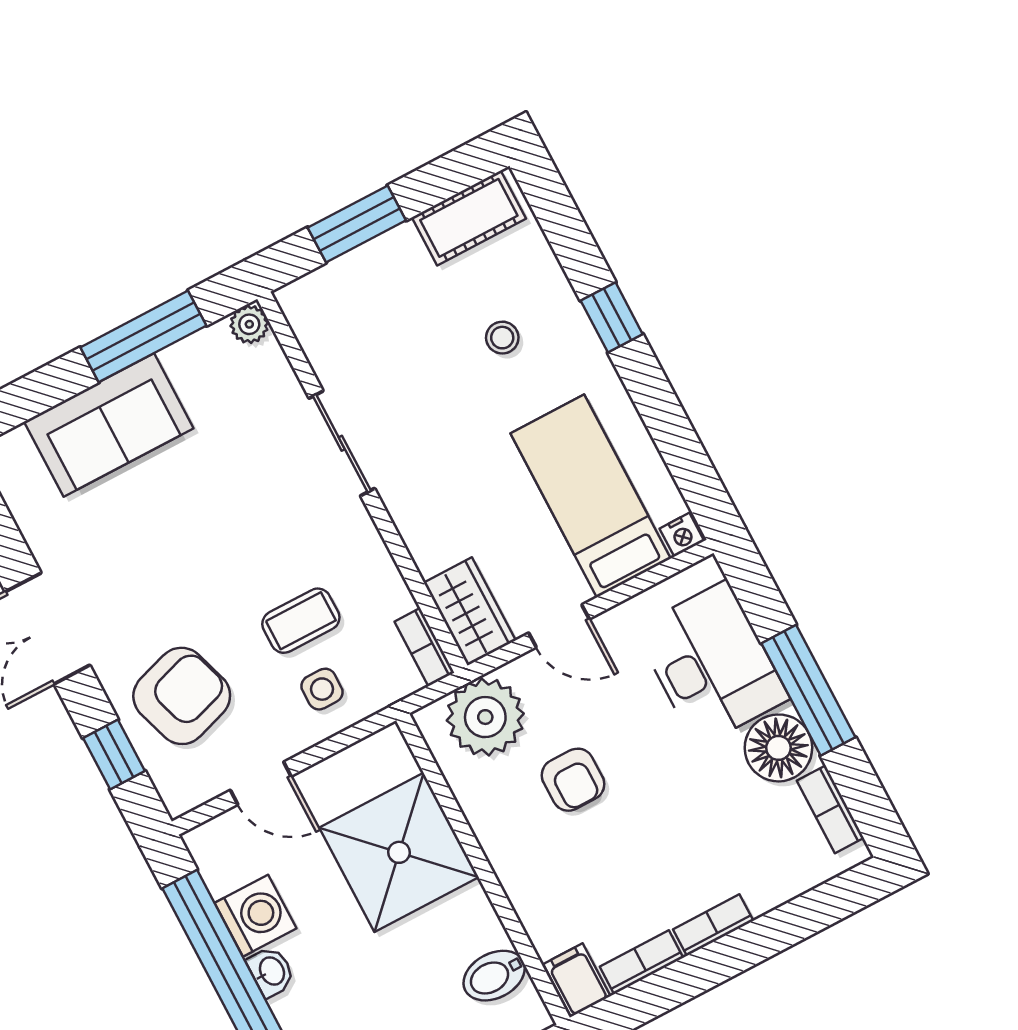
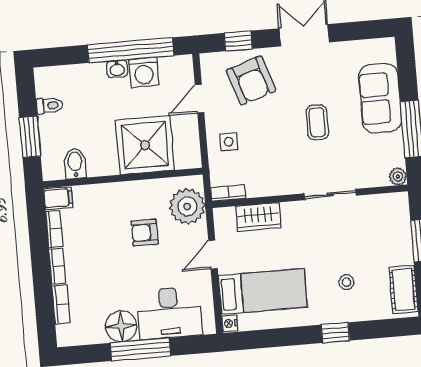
wardrobe: (470, 612) -> (258, 217), moved
coffee table: (301, 621) -> (317, 122), moved
bookcase: (830, 809) -> (61, 304), moved, turned 90

